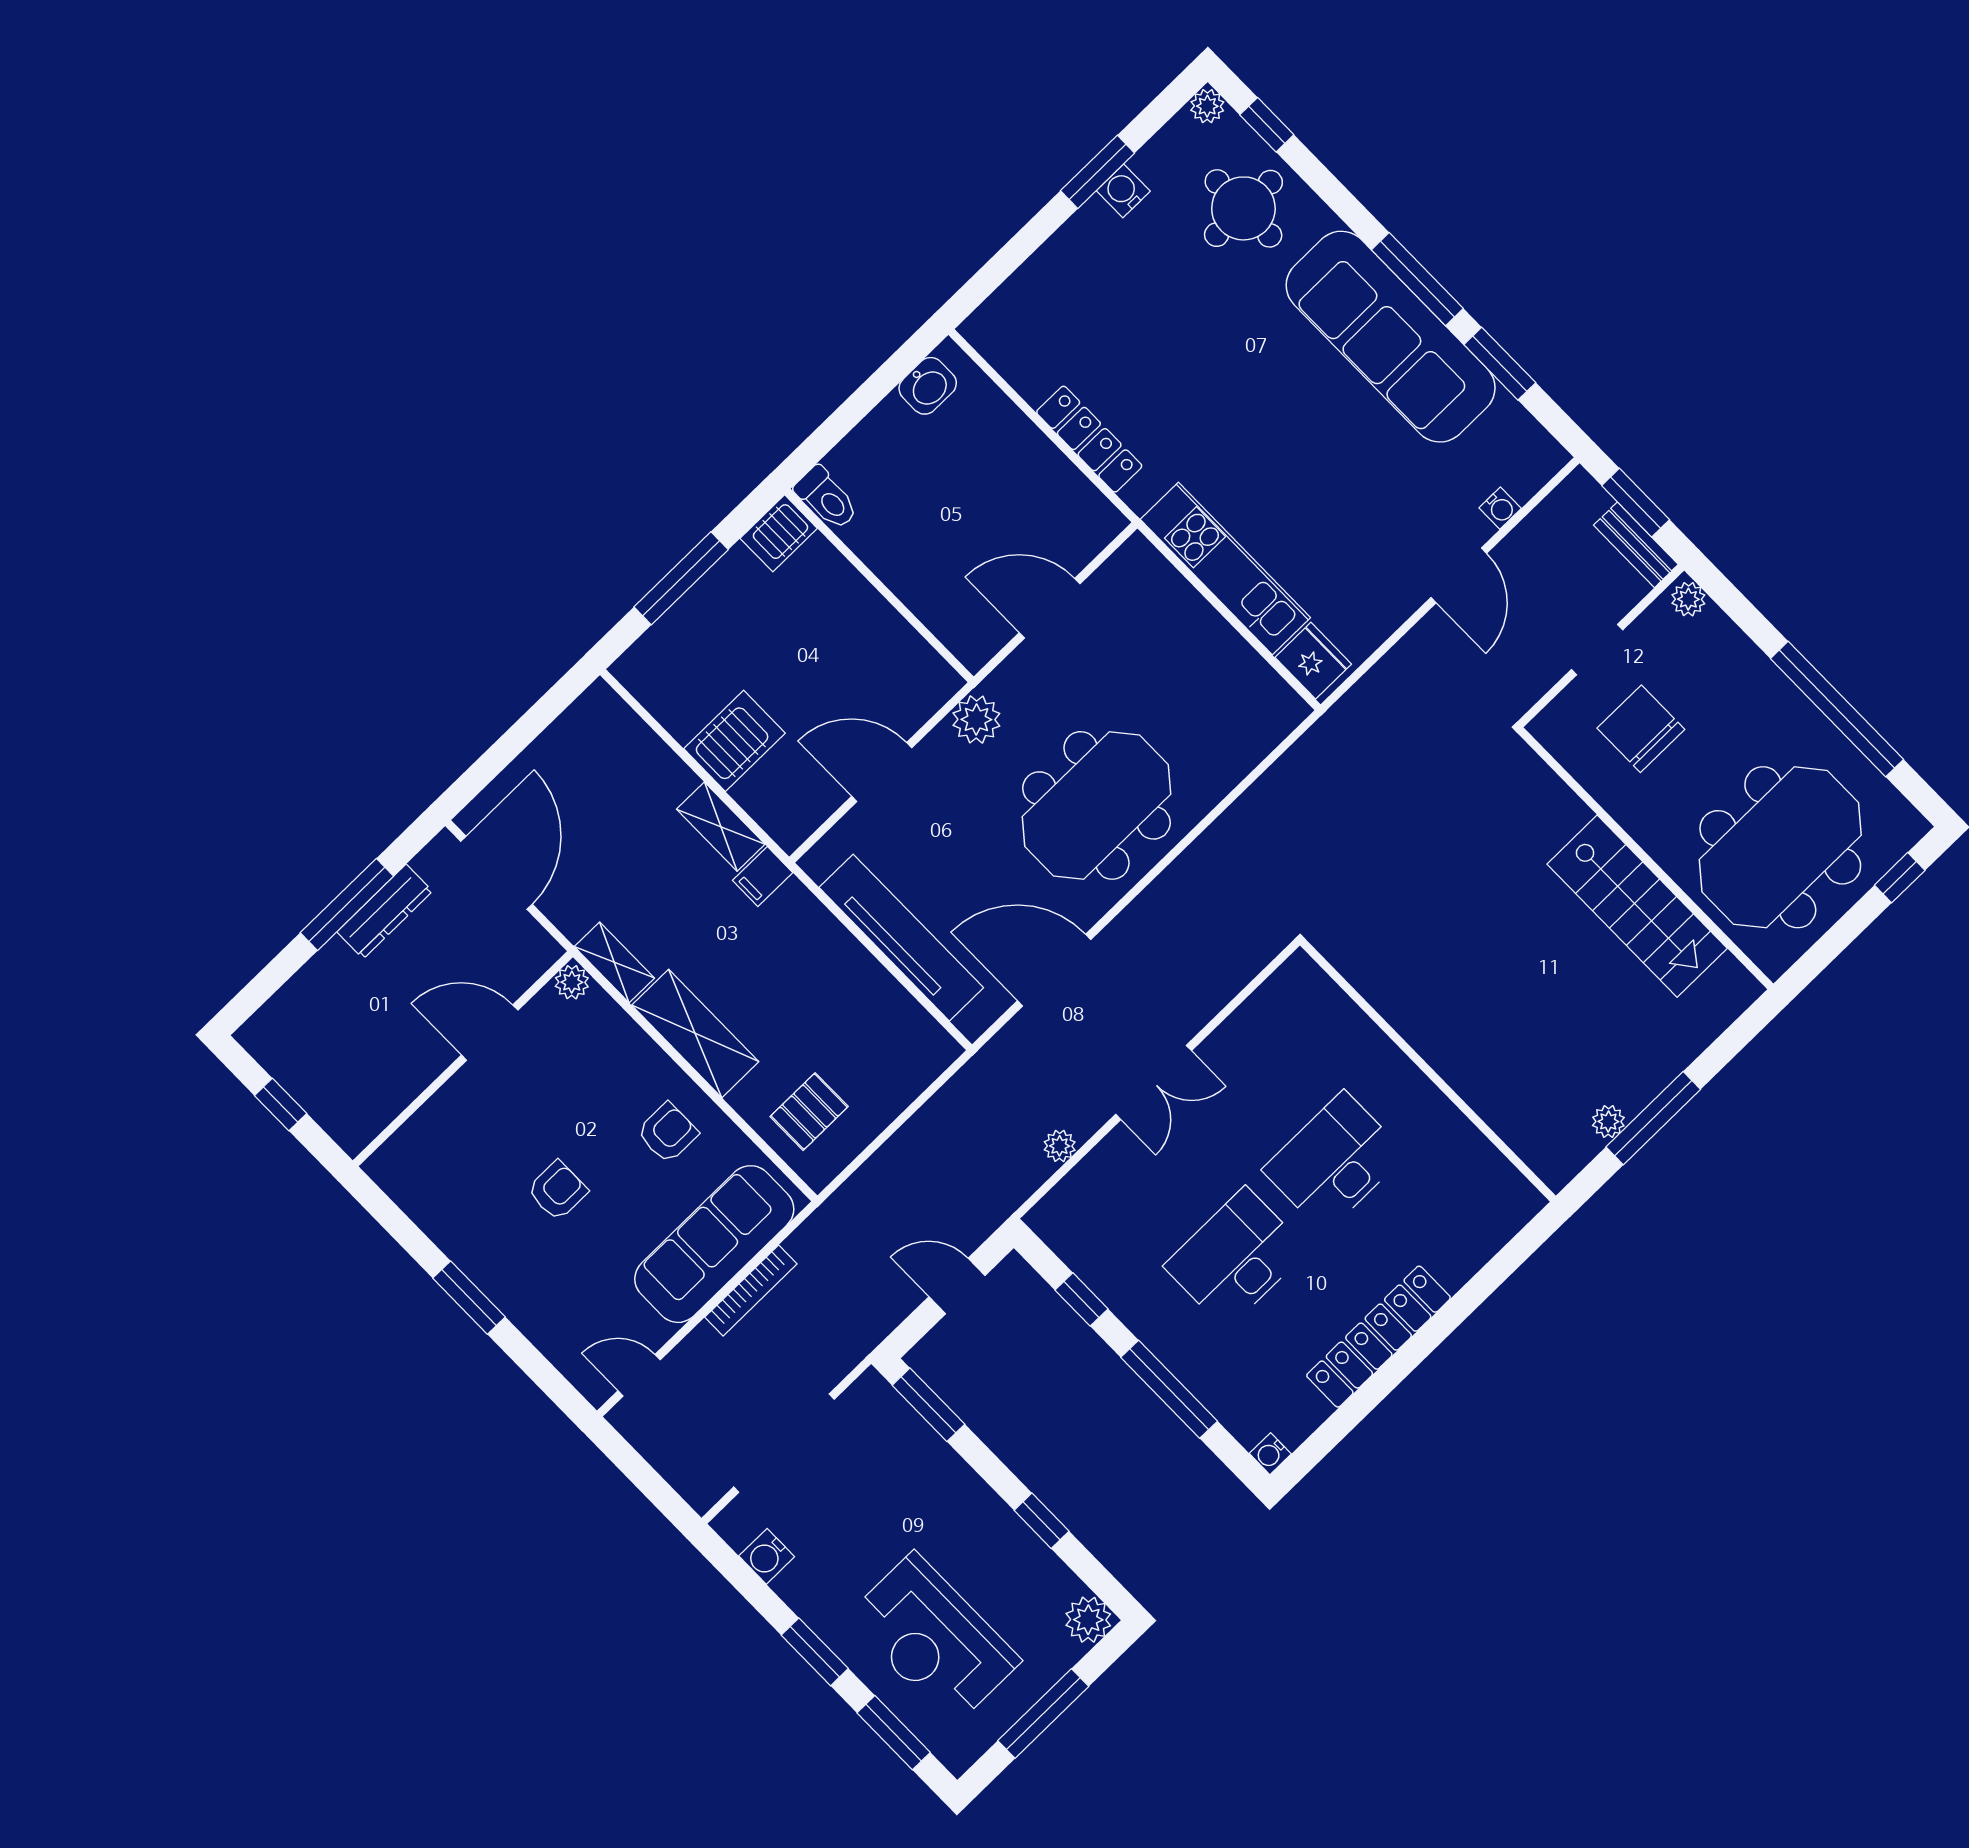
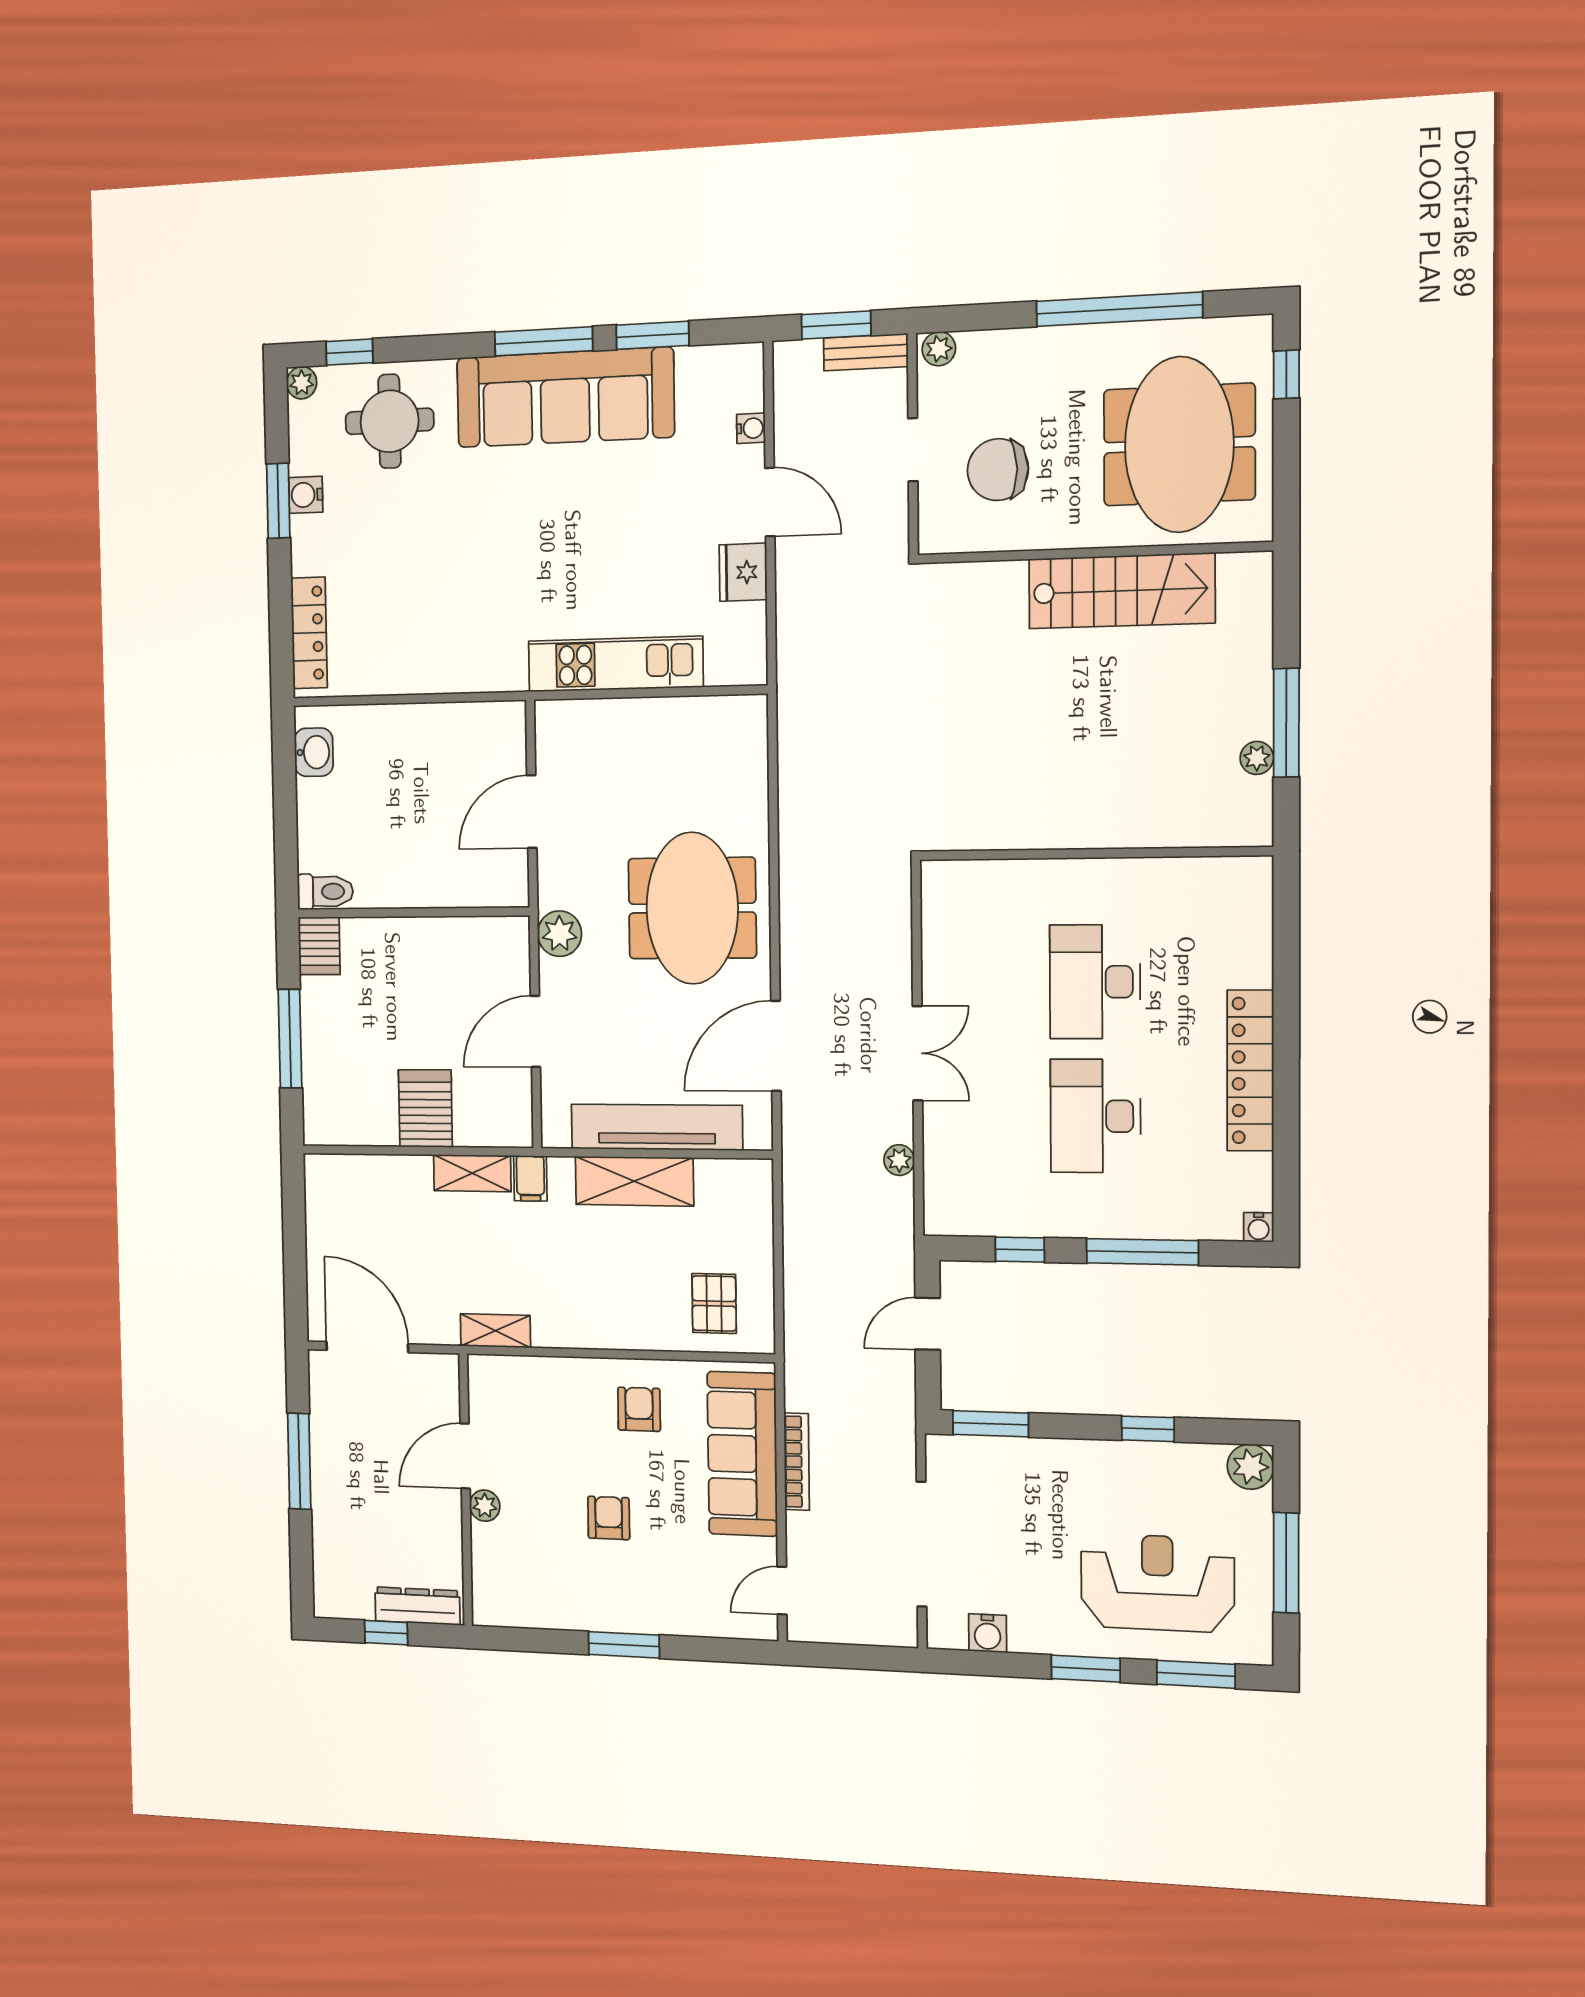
locker: (1089, 439) -> (309, 633), moved, turned 90
fridge: (1313, 661) -> (743, 572), moved, turned -90
dresser: (385, 912) -> (417, 1606), moved, turned -90
plant: (572, 982) -> (485, 1506), moved
shelving: (695, 1033) -> (634, 1181), moved
reception desk: (933, 1639) -> (1157, 1583), turned 180

